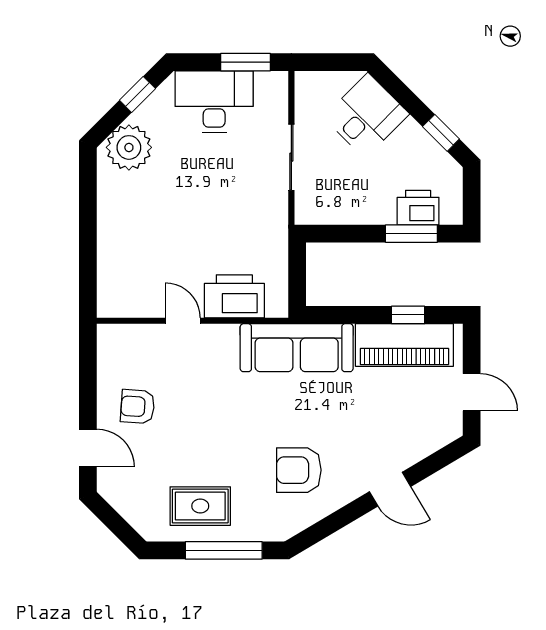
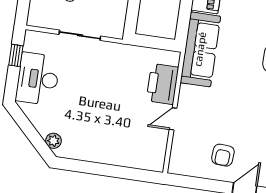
window: (246, 62) -> (16, 55), width x0.67
window: (137, 94) -> (26, 127), removed
plant: (129, 147) -> (53, 141), width x0.53, depth x0.53

